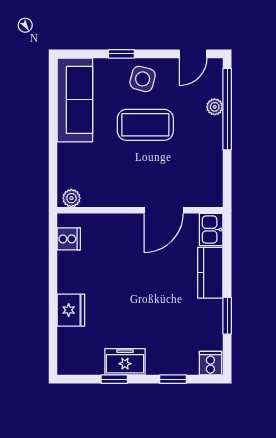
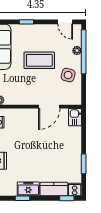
door: (193, 54) -> (65, 22), hinge flipped
side table: (143, 79) -> (68, 75), moved
kitchen counter: (210, 273) -> (54, 189), moved, turned 90
window: (173, 379) -> (67, 198), moved

